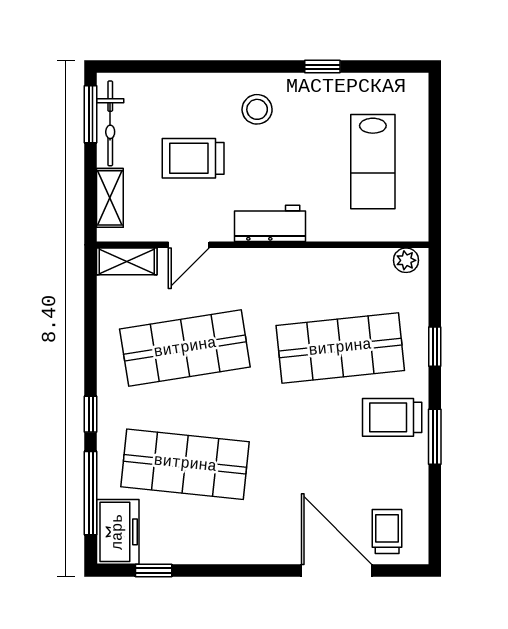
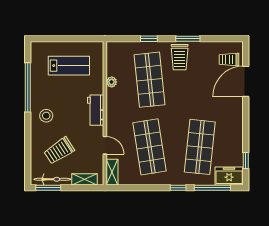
window: (322, 67) -> (28, 87), width x3.17
trolley: (193, 158) -> (59, 151), moved, turned 57
plant: (406, 260) -> (112, 82), moved

